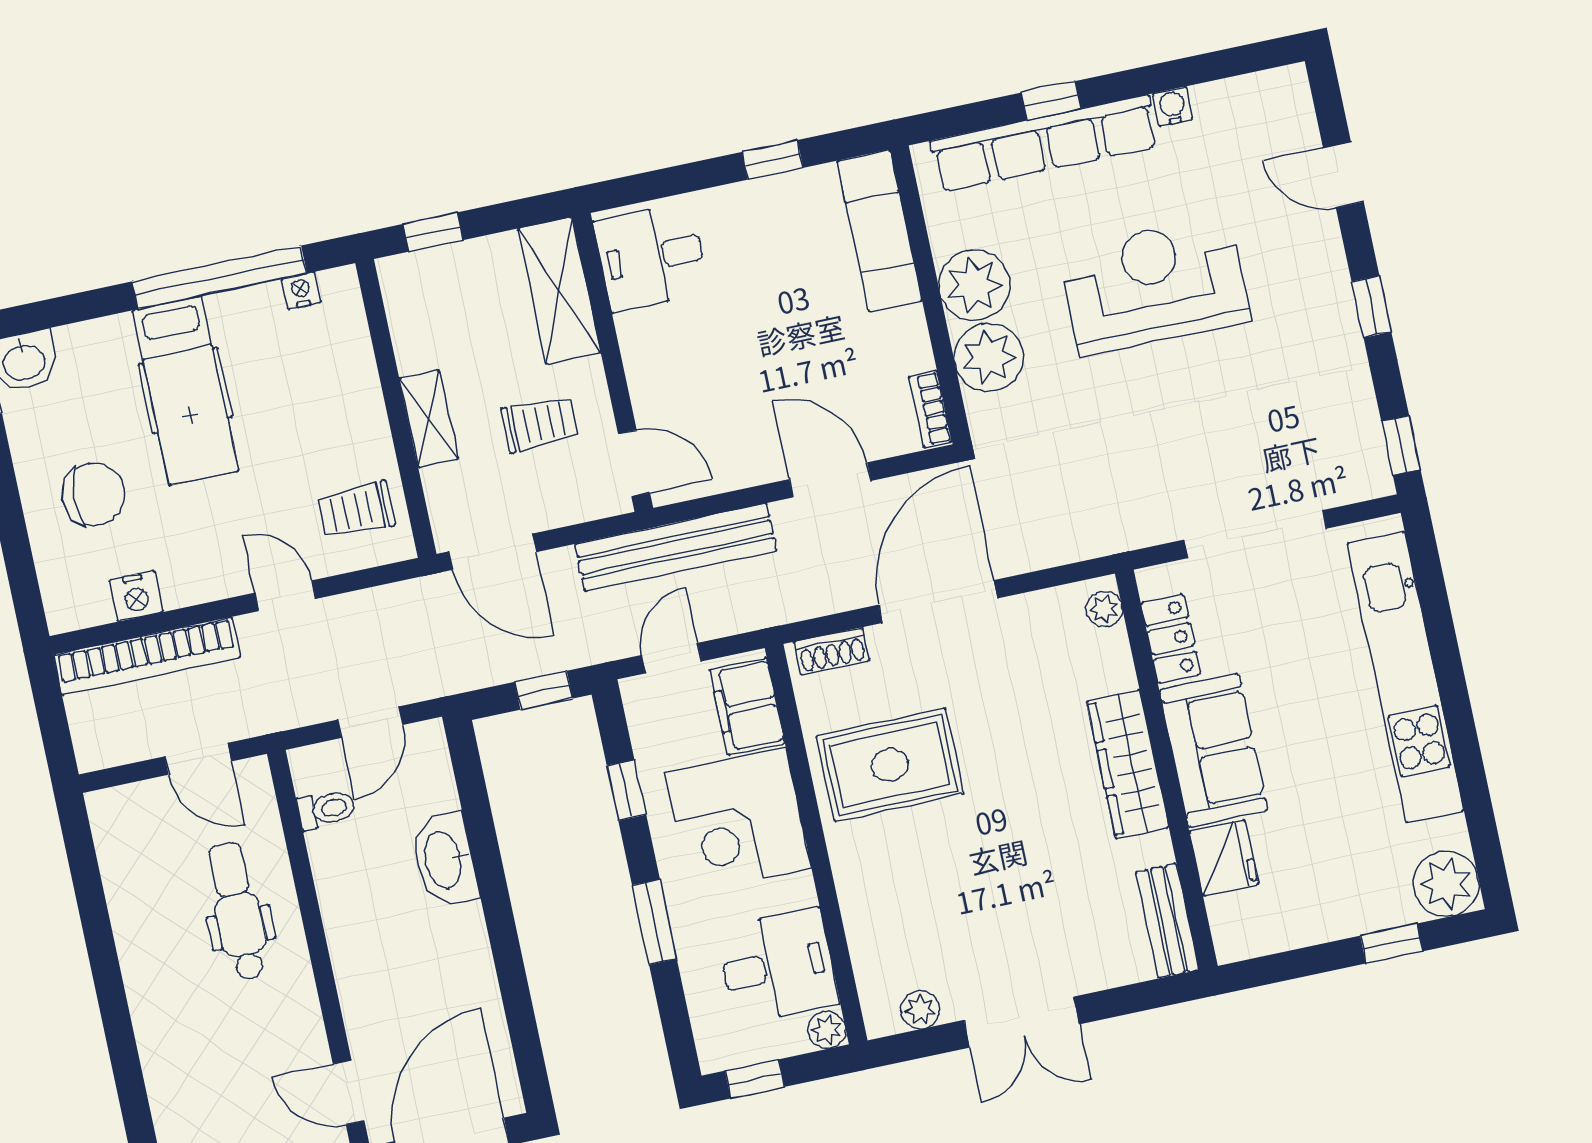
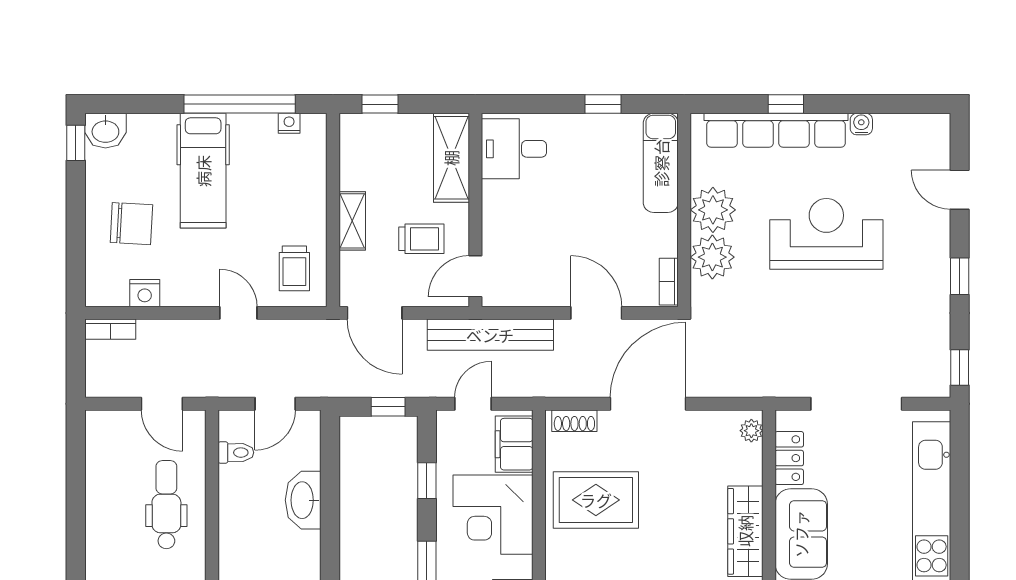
door: (634, 463) -> (475, 276), swing flipped
trolley: (356, 510) -> (294, 268), turned -90
bookcase: (147, 656) -> (110, 329), width x0.43, depth x0.76

